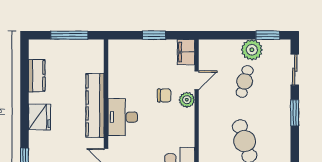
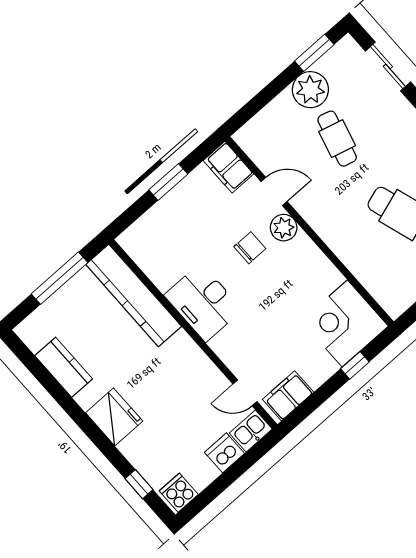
door: (197, 80) -> (274, 192), hinge flipped
kitchen counter: (95, 105) -> (134, 295), moved
desk: (123, 117) -> (203, 302), moved

